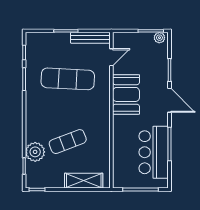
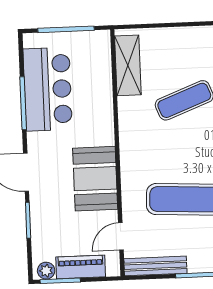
piano: (138, 39) -> (81, 267), added
shelving: (84, 181) -> (128, 65), moved, turned 90

